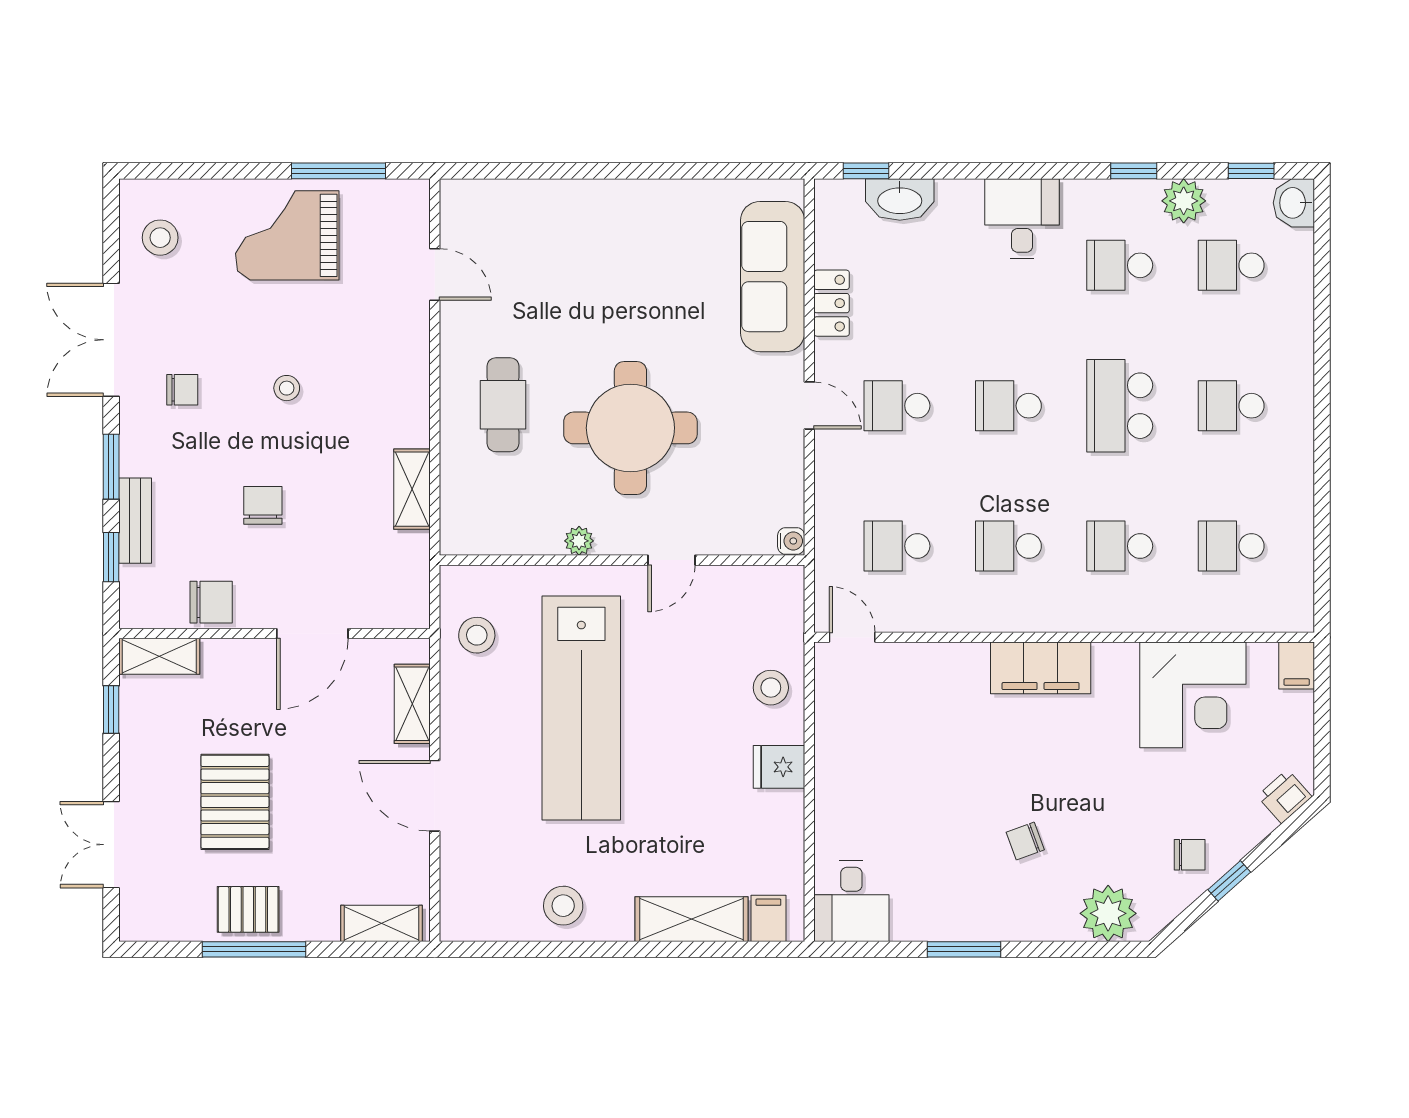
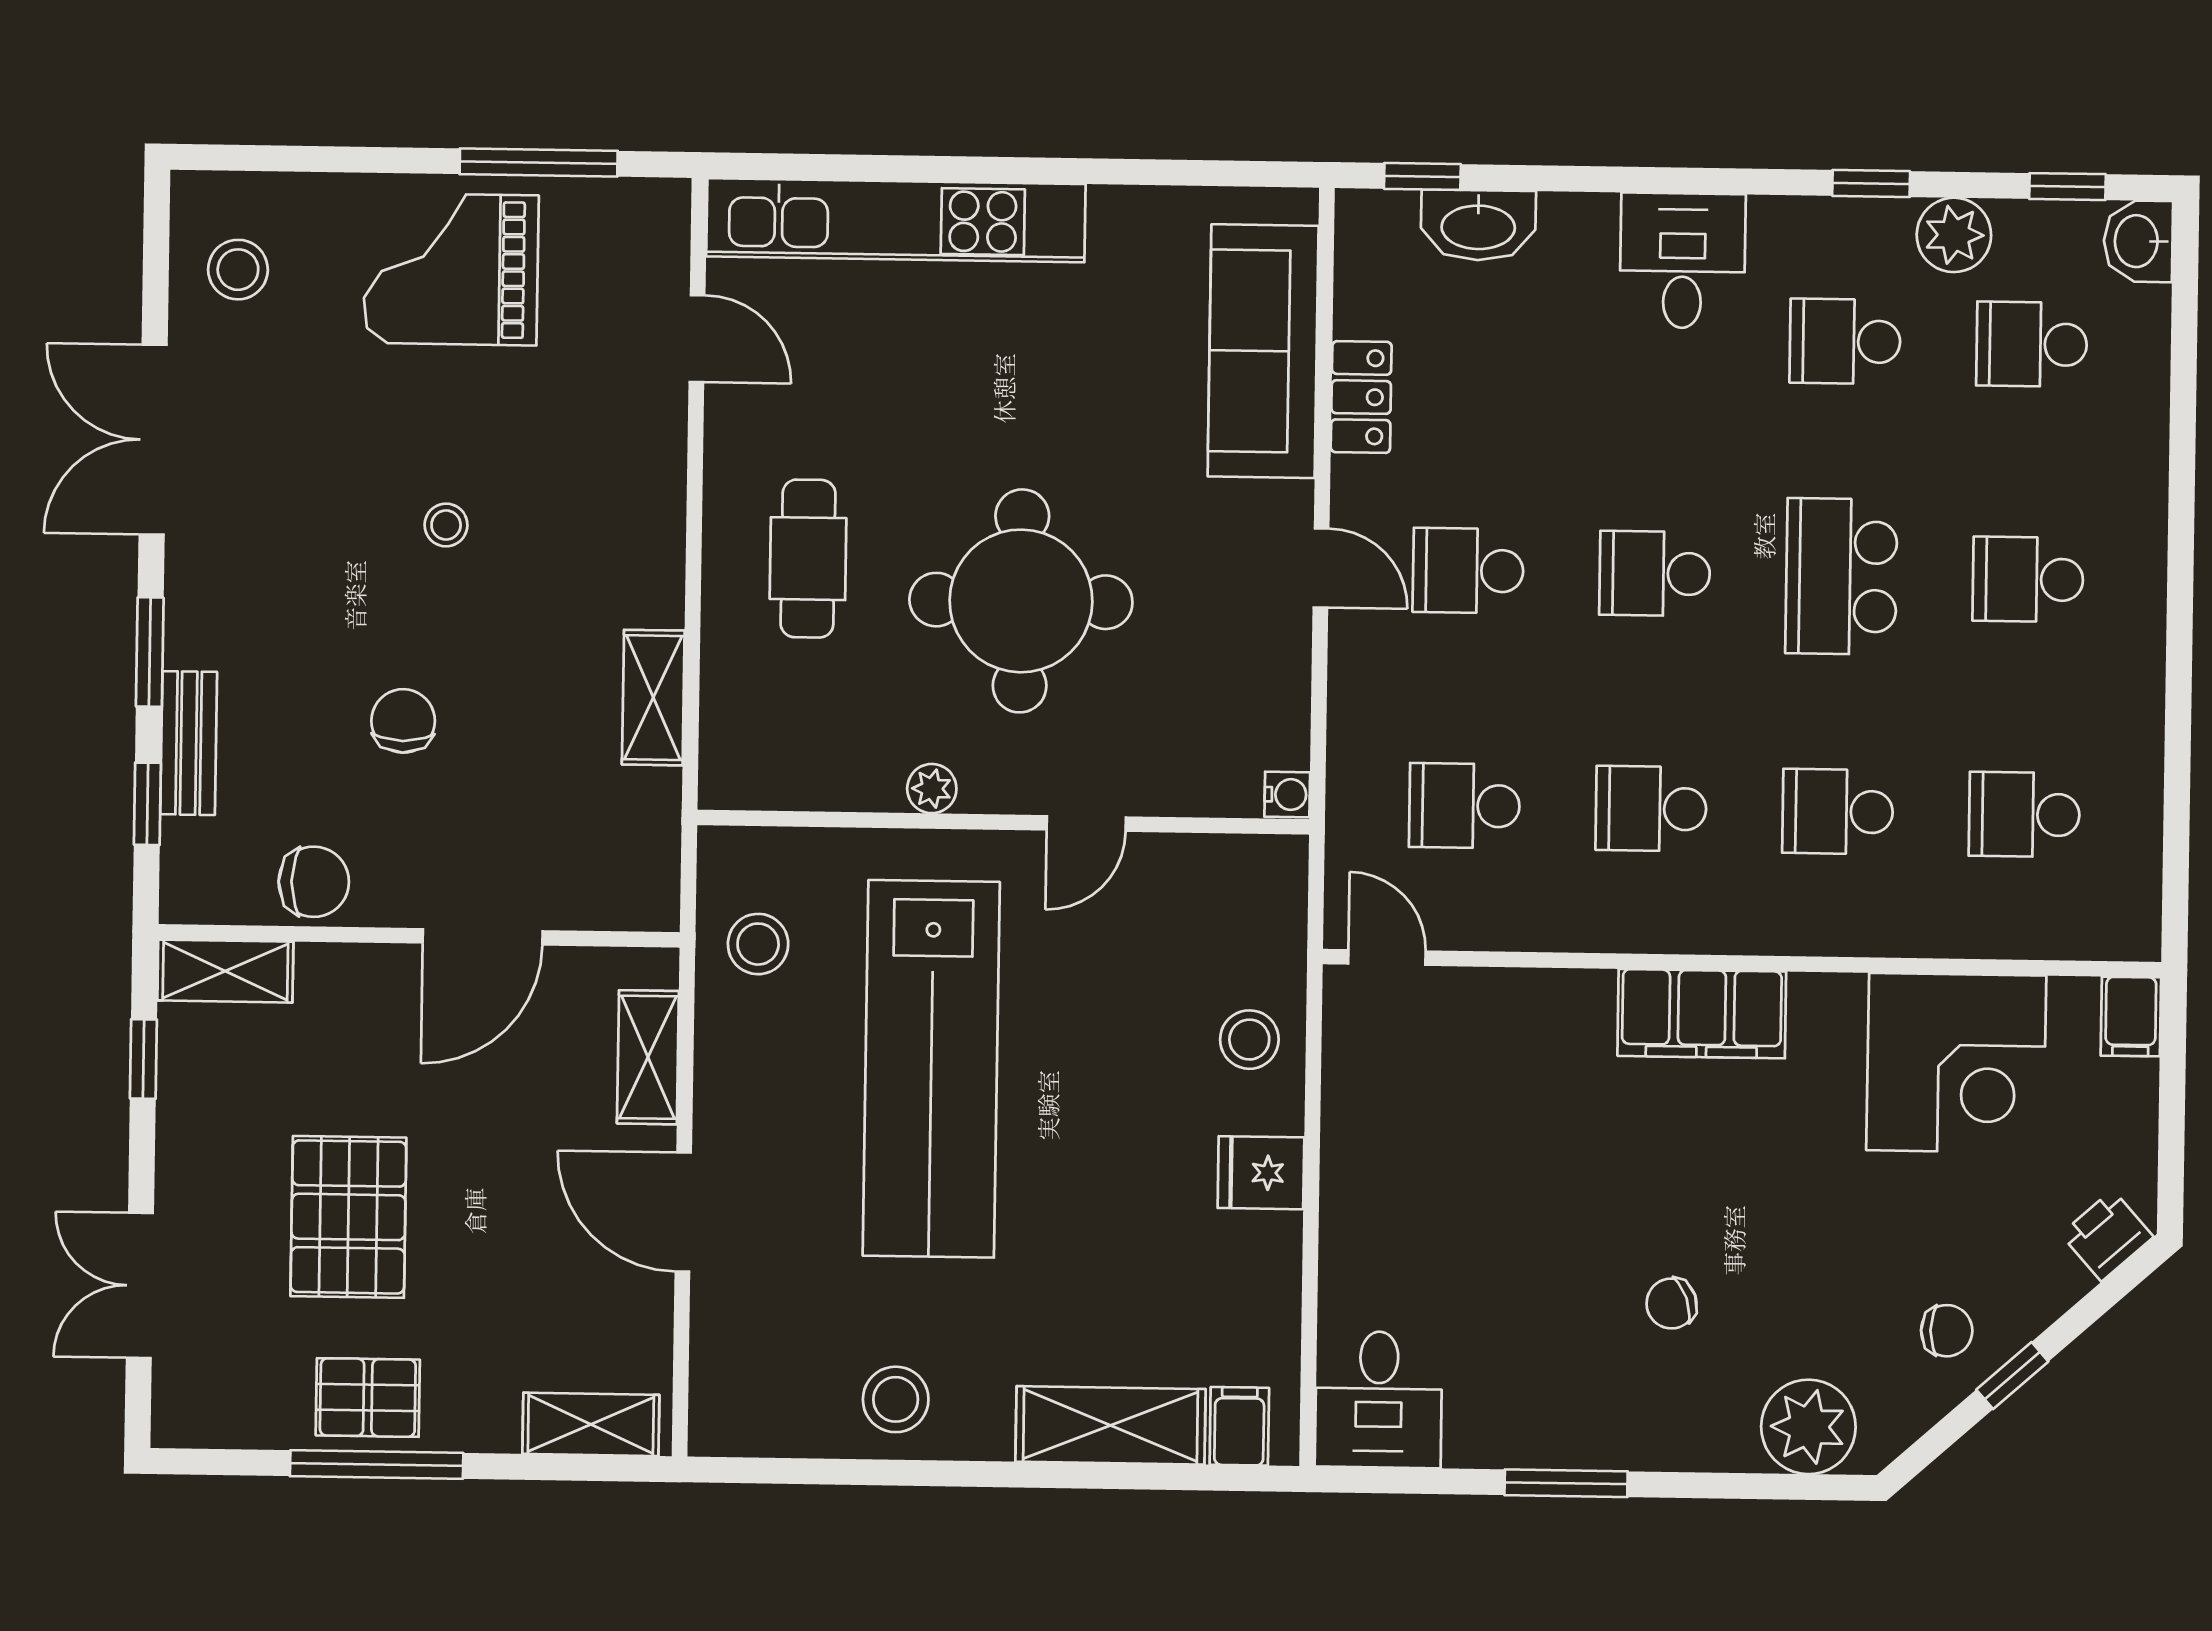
kitchen unit: (552, 202) -> (896, 220), added
chair: (182, 390) -> (271, 525), removed

